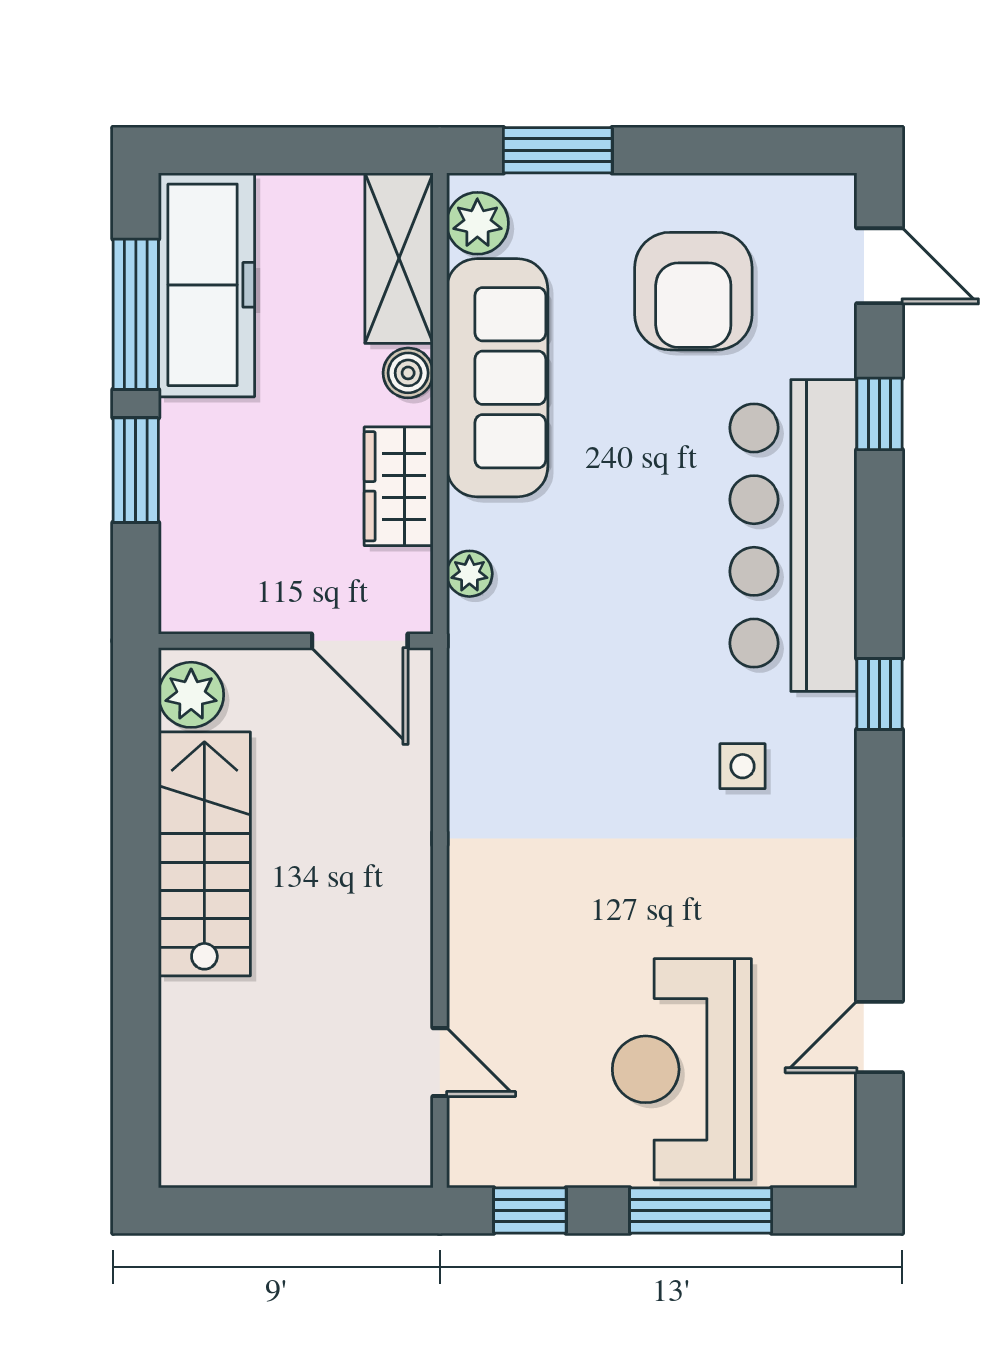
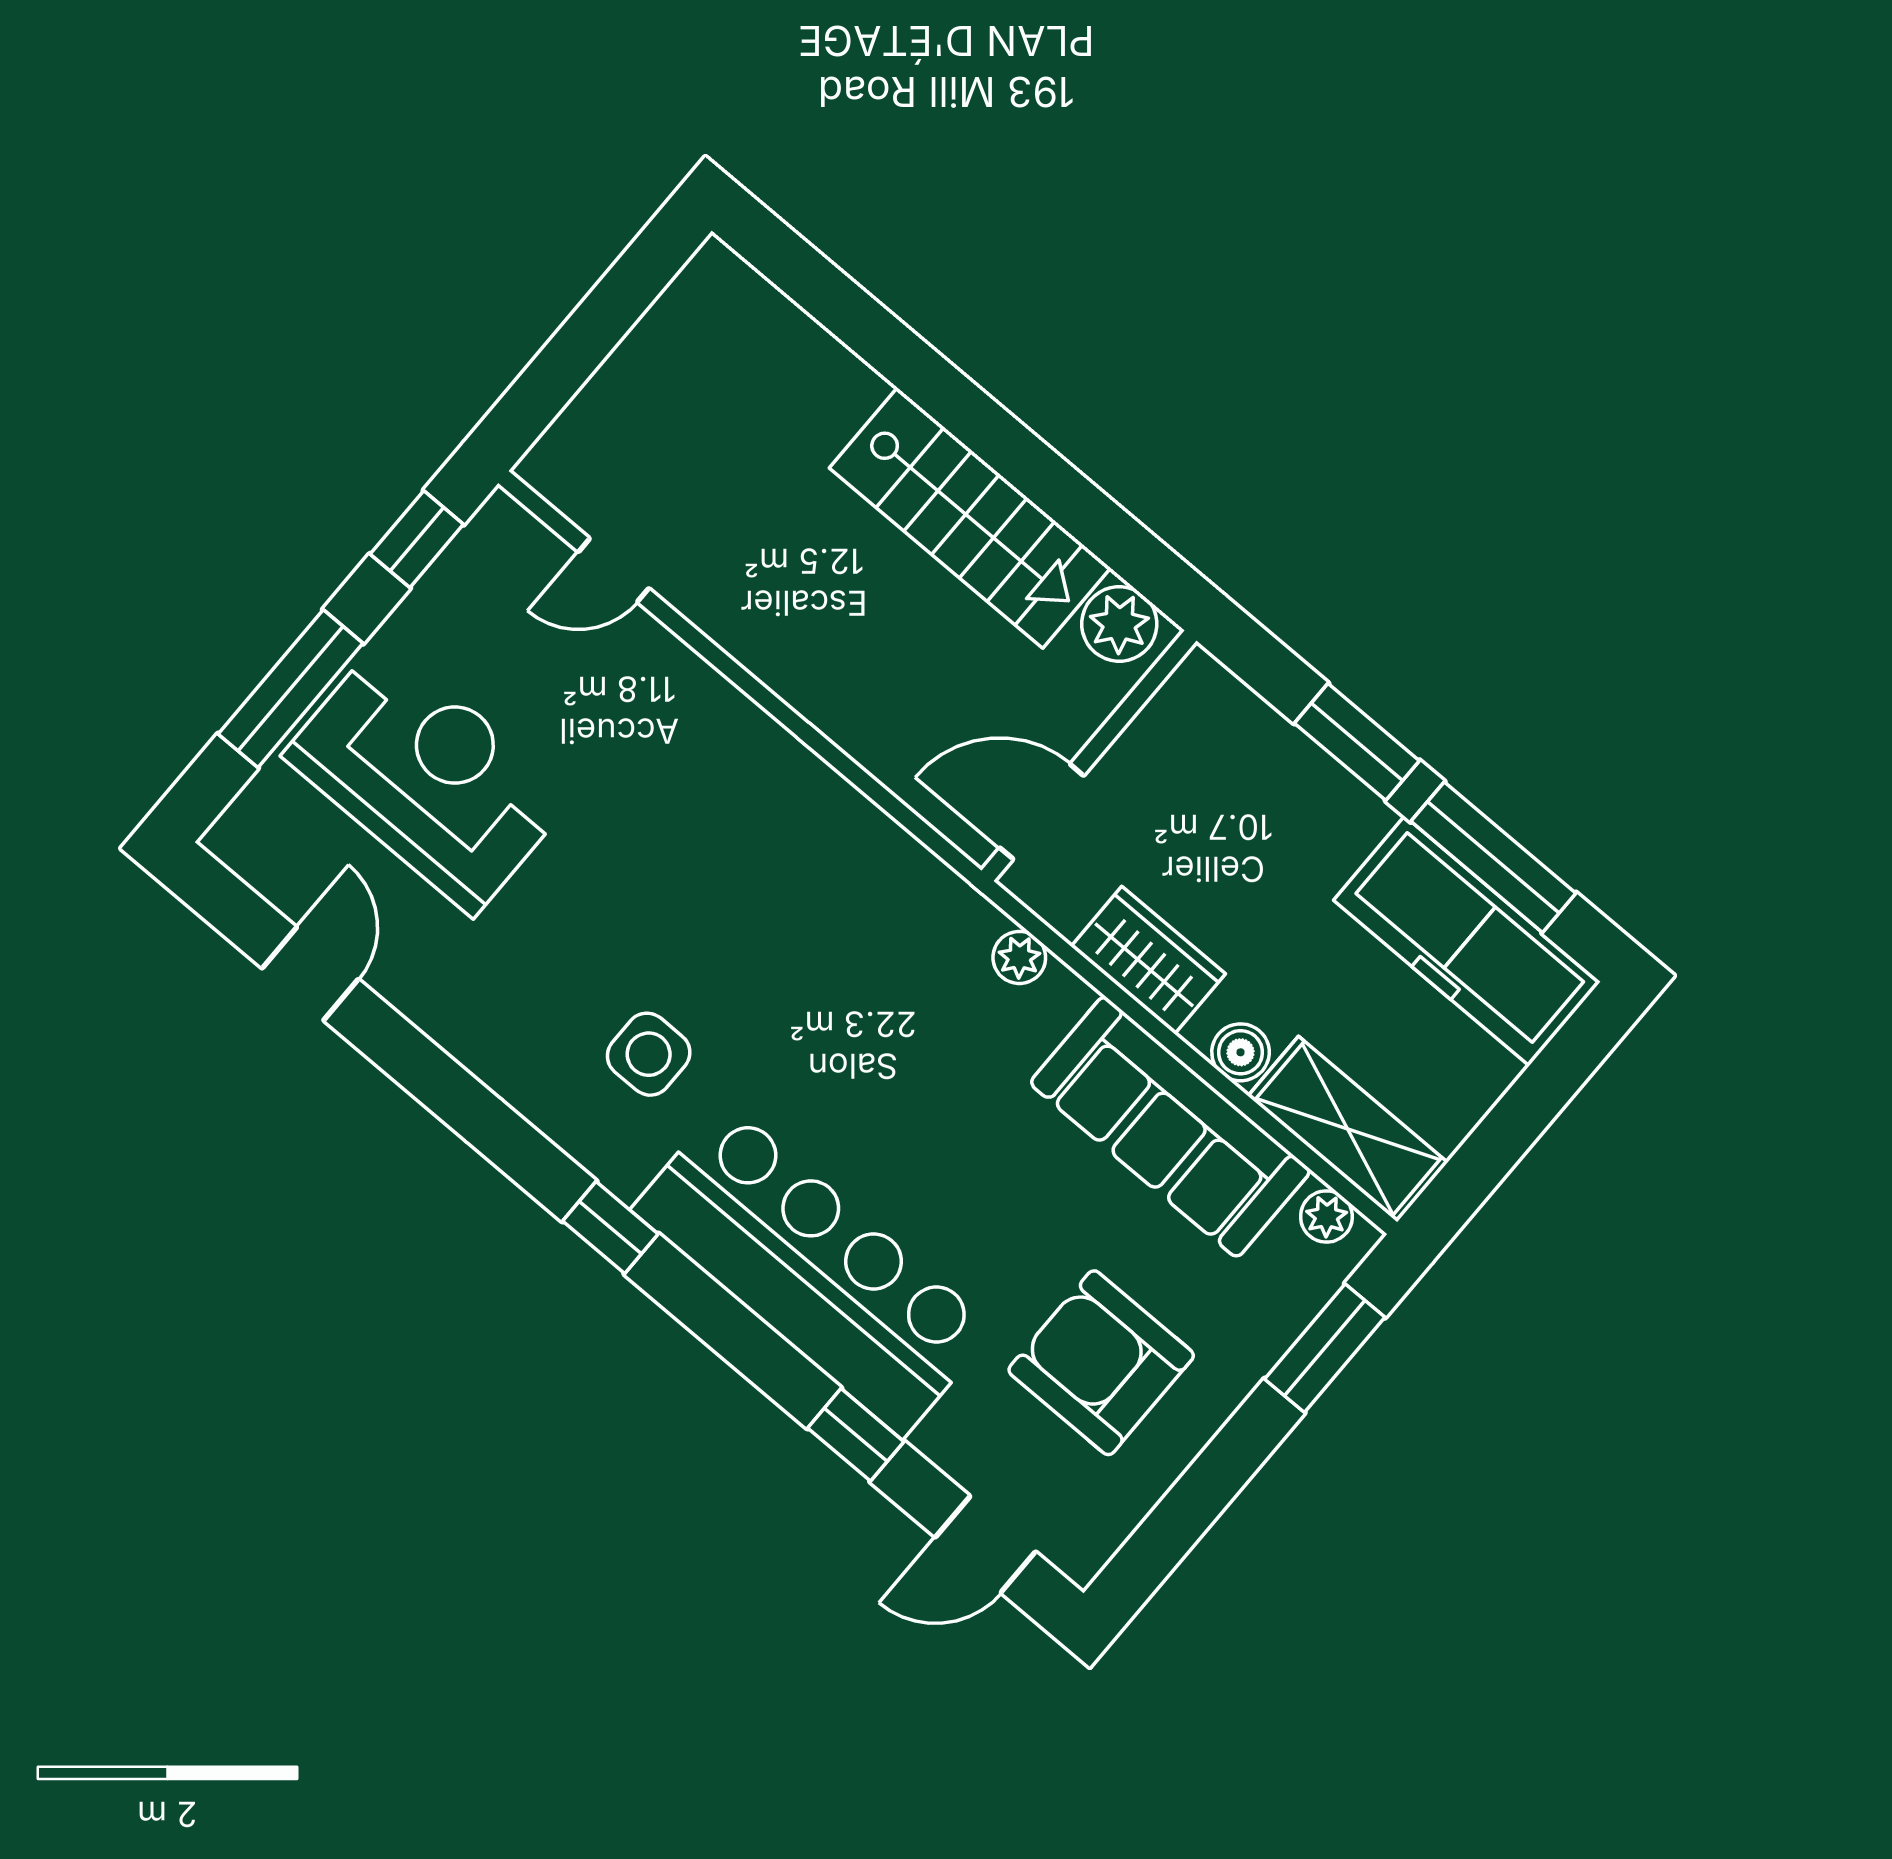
plant: (477, 223) -> (1326, 1216), width x0.73, depth x0.73
side table: (743, 766) -> (649, 1054), width x1.37, depth x1.37

